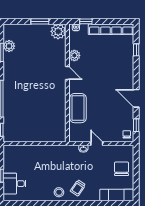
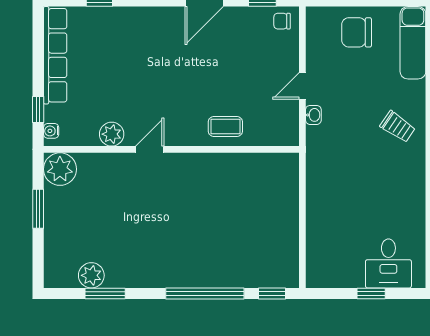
coffee table: (78, 108) -> (225, 127), width x0.54, depth x0.58
stool: (59, 192) -> (407, 168), removed

